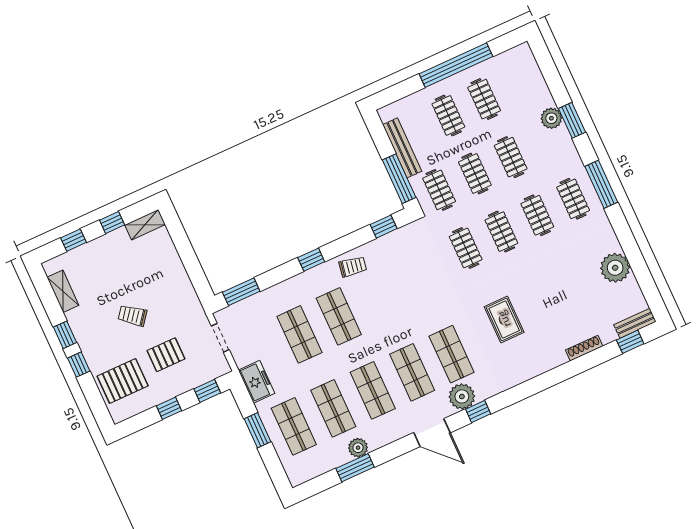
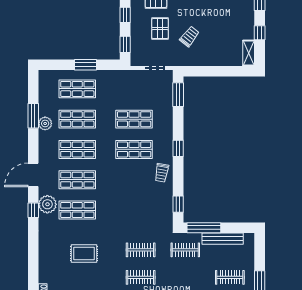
clothes rail: (475, 174) -> (185, 277), removed
trolley: (133, 315) -> (189, 36), moved
freezer: (257, 382) -> (117, 78), removed

